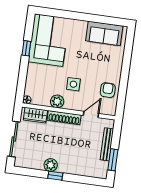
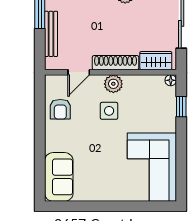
sofa: (104, 33) -> (59, 177), moved, turned 90
window: (26, 48) -> (181, 107), moved
plant: (57, 101) -> (113, 84), moved

